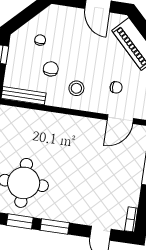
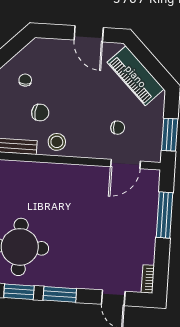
chair: (51, 69) -> (40, 113), turned 95
stool: (76, 88) -> (57, 142), moved

